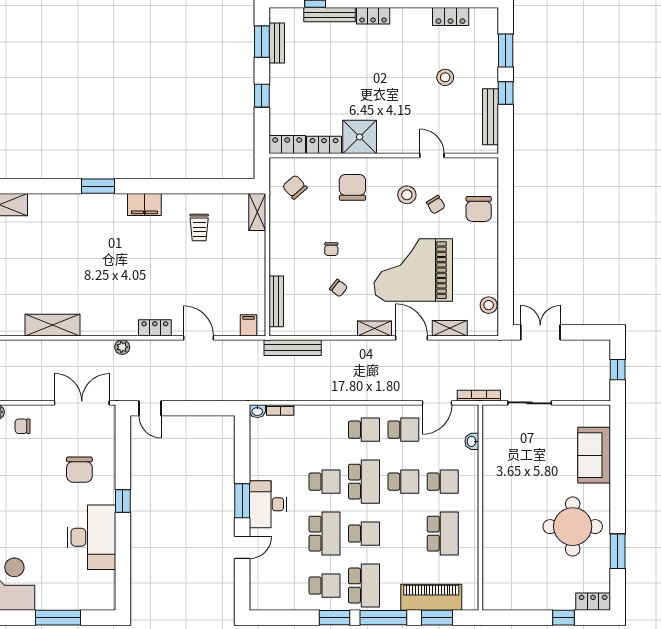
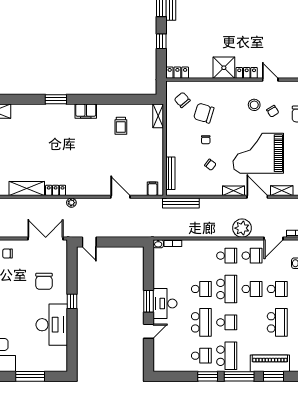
stool: (445, 77) -> (279, 29), removed
locker: (324, 145) -> (247, 73), moved
chair: (352, 187) -> (204, 113), moved, turned -73
locker: (155, 328) -> (56, 190), moved
plant: (388, 387) -> (242, 228), added

